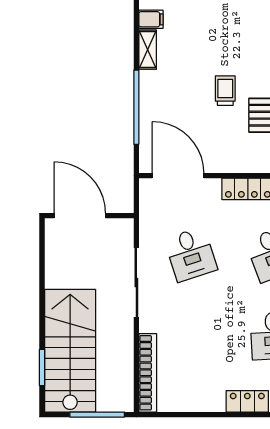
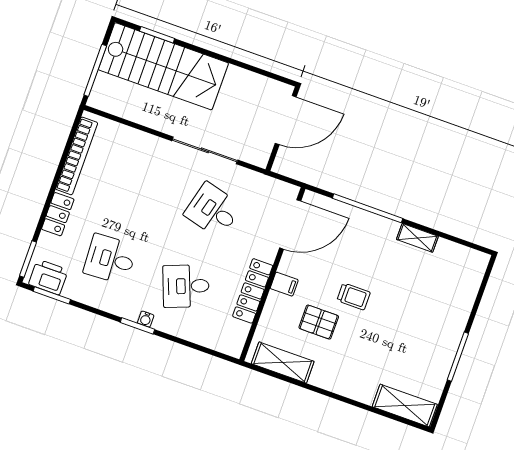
filing cabinet: (151, 19) -> (284, 284), moved, turned -90
desk: (191, 254) -> (213, 210), turned 33
bookcase: (148, 373) -> (77, 156), moved, turned -90

